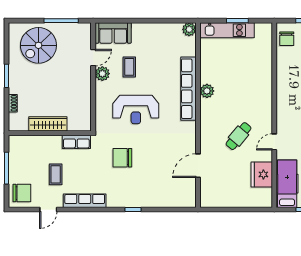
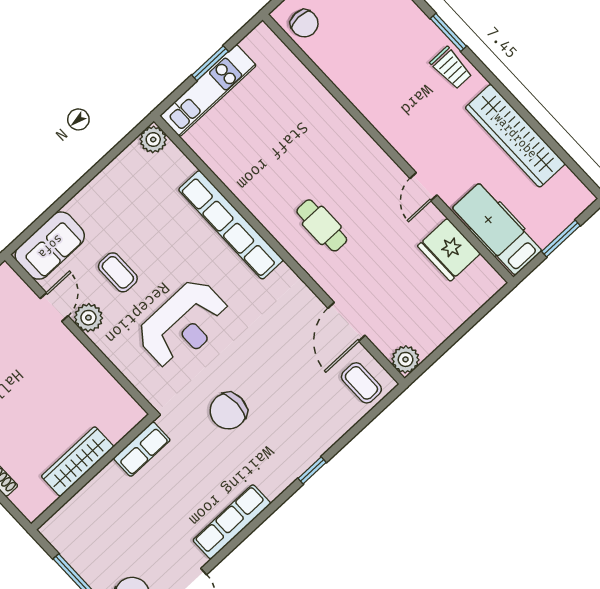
plant: (207, 91) -> (406, 359), moved
cafe table: (239, 136) -> (322, 225), moved, turned -40
coffee table: (56, 174) -> (361, 383), moved

